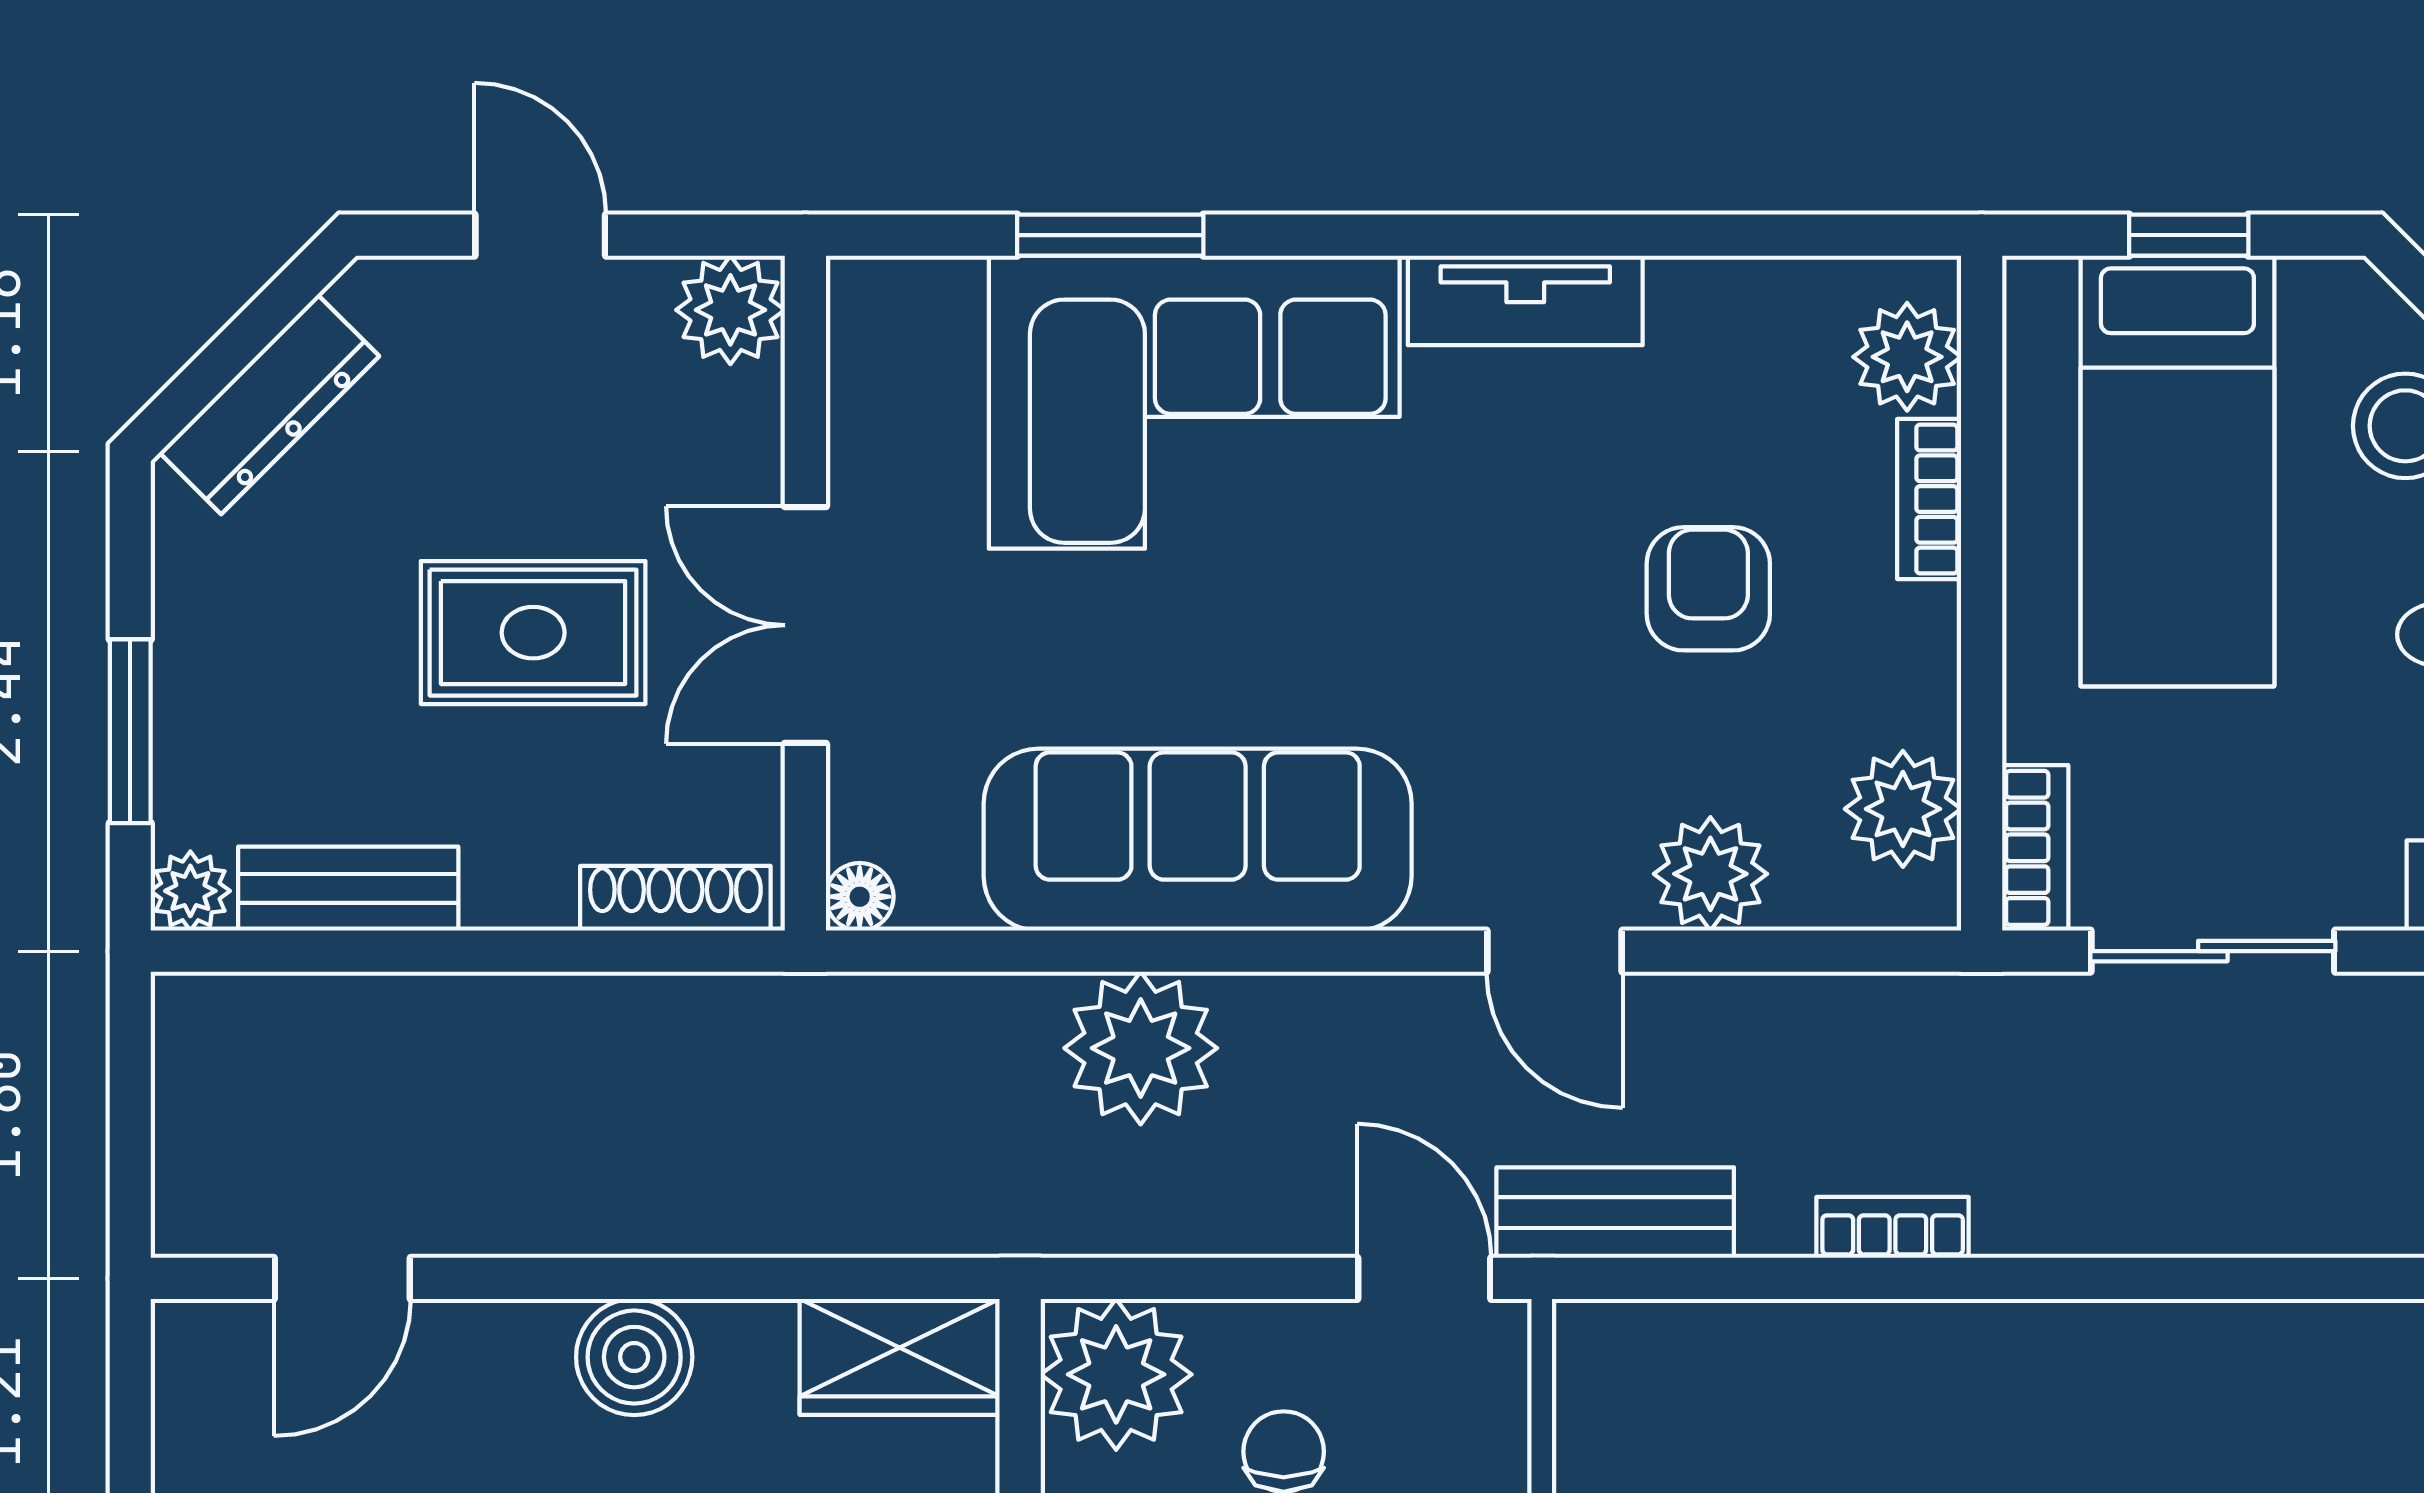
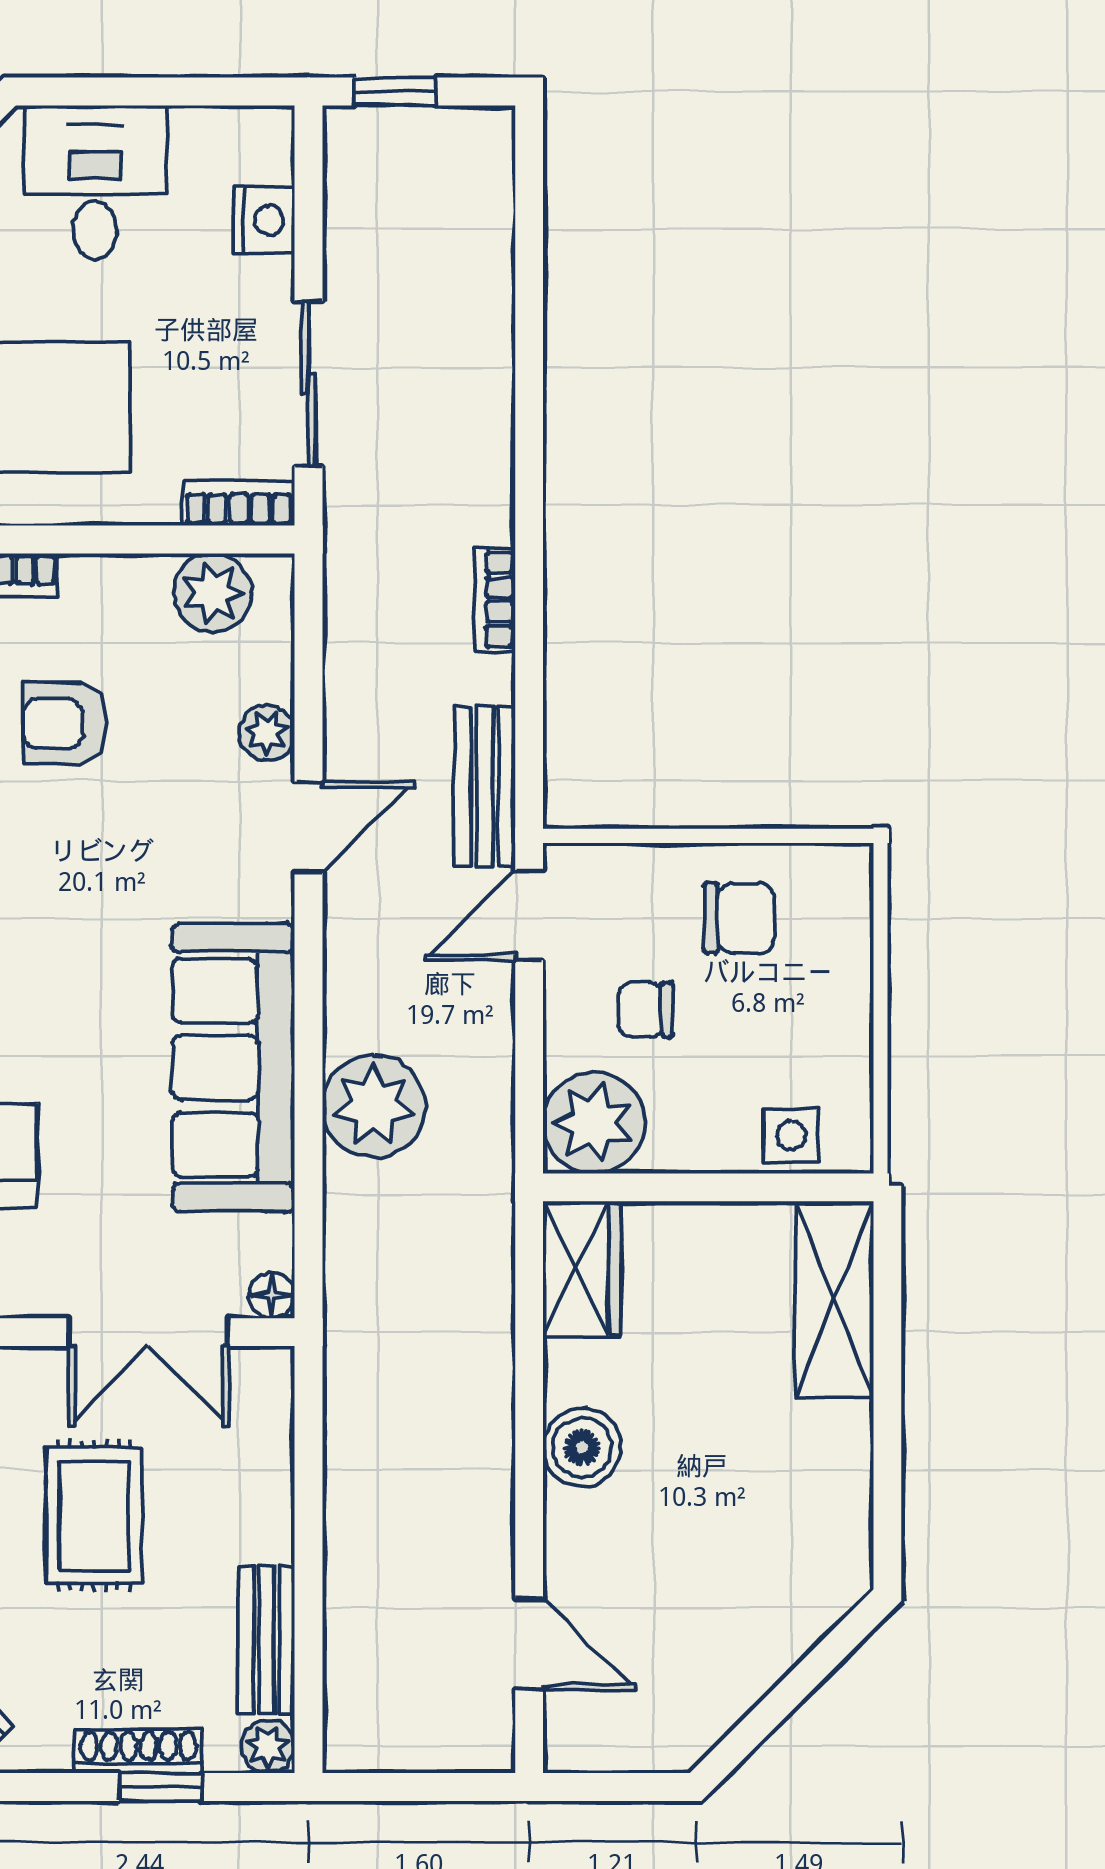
double door: (805, 625) -> (149, 1332), moved
window: (130, 731) -> (160, 1787), width x0.67
plant: (1710, 874) -> (267, 733), width x0.73, depth x0.73
shoe rack: (675, 898) -> (139, 1751), moved, turned 90

